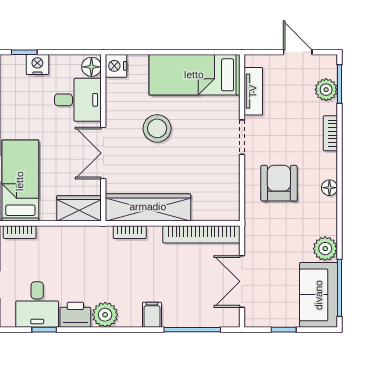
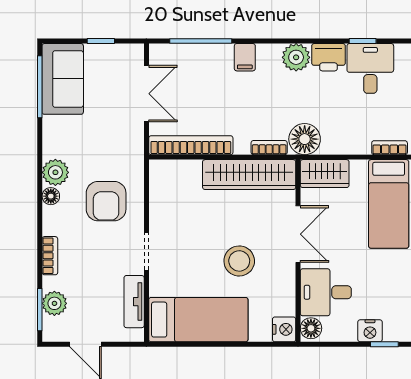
floor lamp: (97, 240) -> (305, 139), added
plant: (325, 249) -> (55, 172), moved

